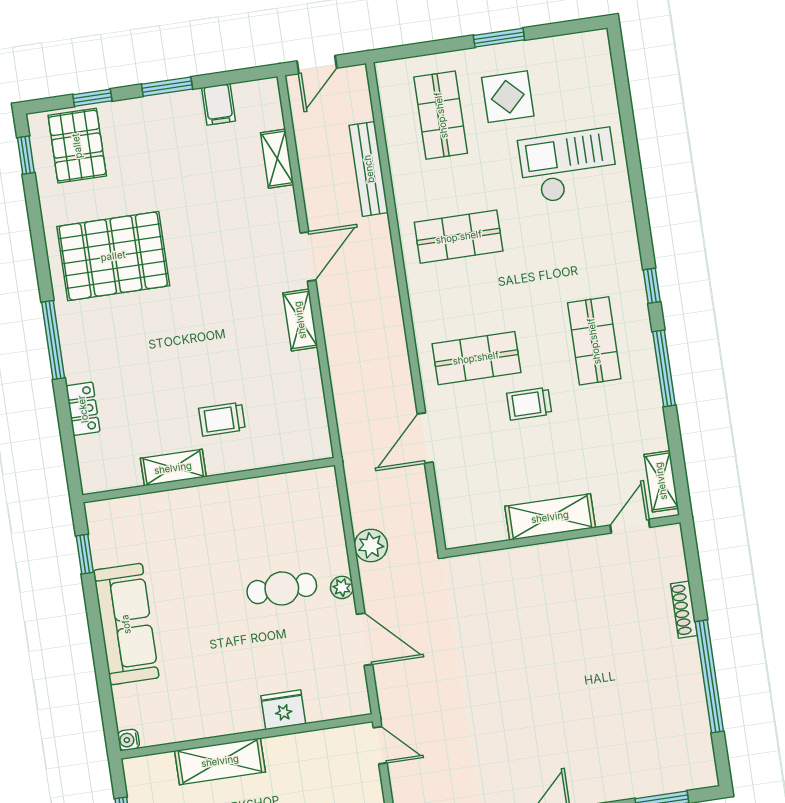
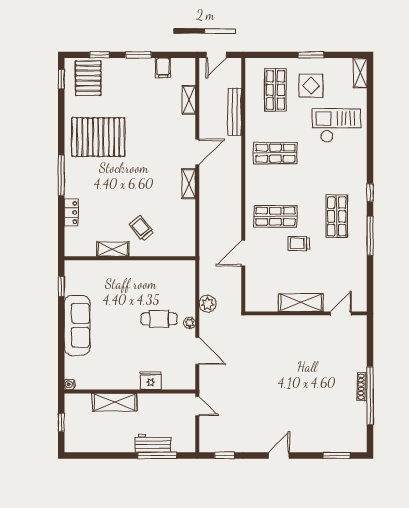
trolley: (222, 419) -> (141, 228), turned 50
shelving: (661, 481) -> (360, 73), moved
shoe rack: (684, 610) -> (362, 387), moved

